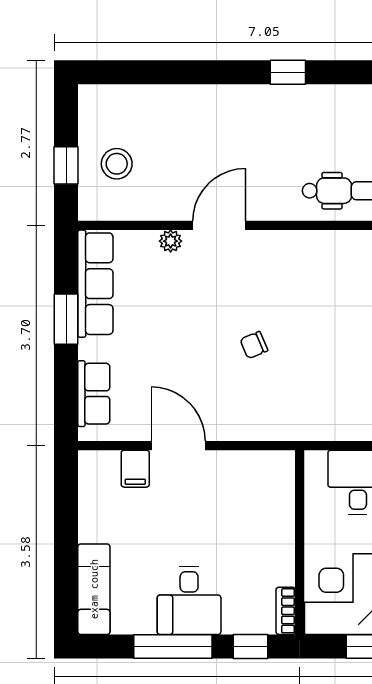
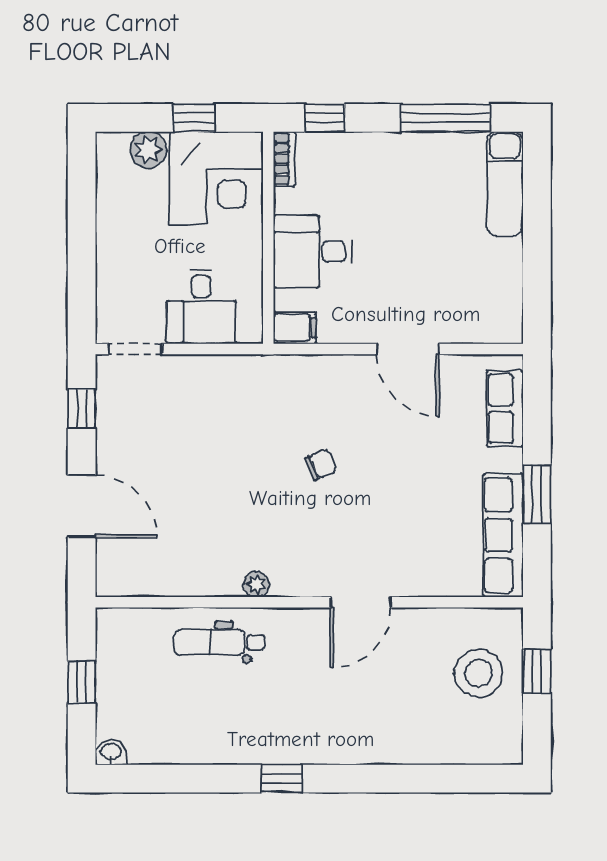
stool: (117, 164) -> (479, 673), width x1.38, depth x1.38
plant: (171, 241) -> (256, 584), moved
filing cabinet: (135, 469) -> (295, 328), moved, turned 90
desk: (189, 600) -> (313, 252), moved, turned -90
window: (173, 646) -> (445, 118), moved

